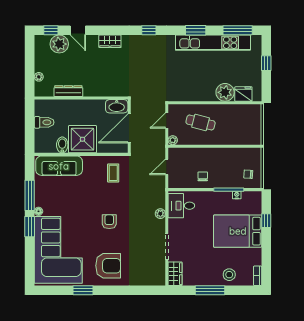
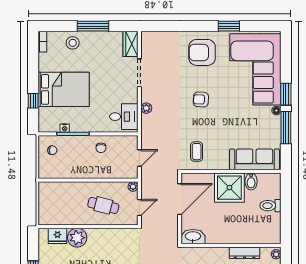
dresser: (68, 91) -> (245, 253), moved
wall: (81, 98) -> (231, 245), moved
washbasin: (117, 106) -> (193, 237), moved
armchair: (109, 222) -> (201, 99), turned 93

